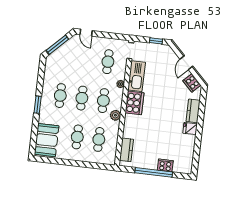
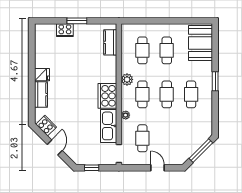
door: (86, 33) -> (157, 168), moved
window: (154, 172) -> (77, 21), width x0.47

